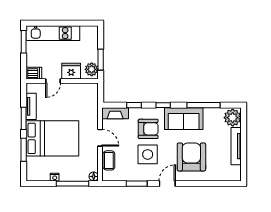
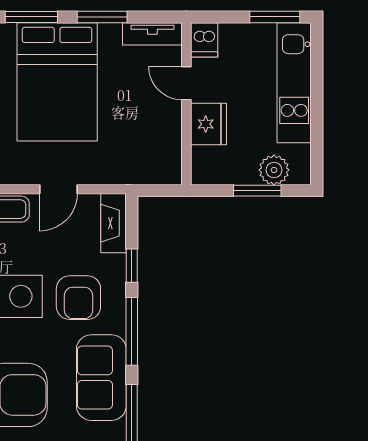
window: (101, 60) -> (257, 191), moved
plant: (92, 69) -> (274, 170), moved
window: (163, 105) -> (132, 331), width x2.17
tv unit: (31, 106) -> (152, 34), moved

